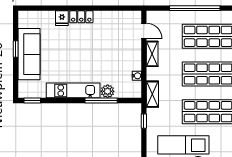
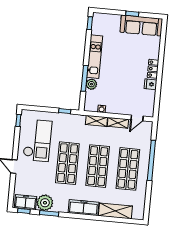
fridge: (62, 18) -> (151, 84), moved
sofa: (29, 54) -> (141, 26), moved
shelving: (152, 94) -> (96, 121), moved

